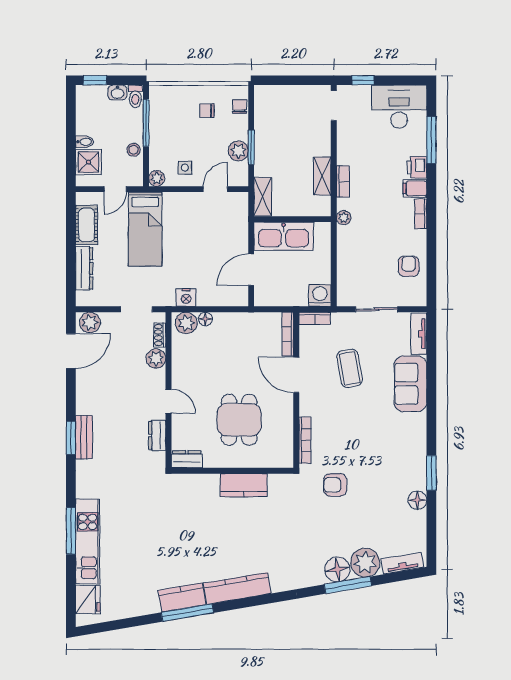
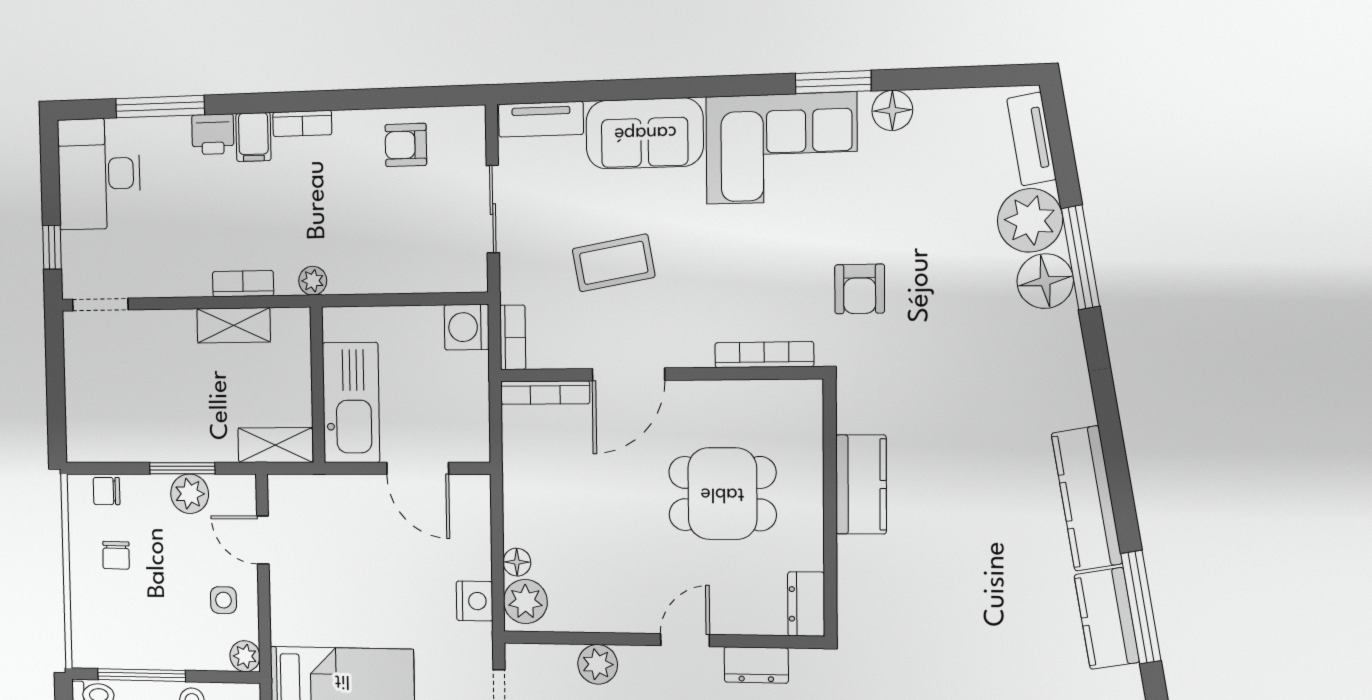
shoe rack: (160, 335) -> (550, 656), removed
corner sofa: (402, 449) -> (781, 148), added

